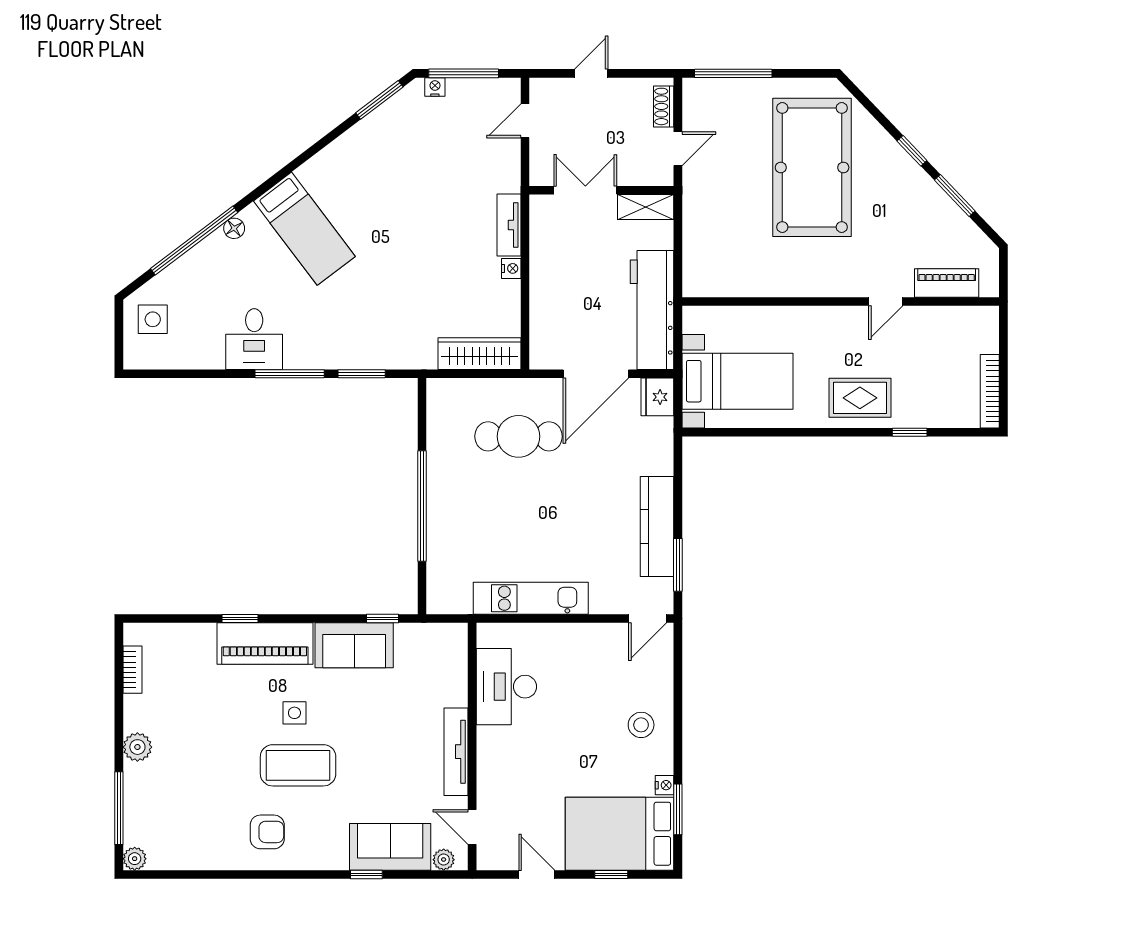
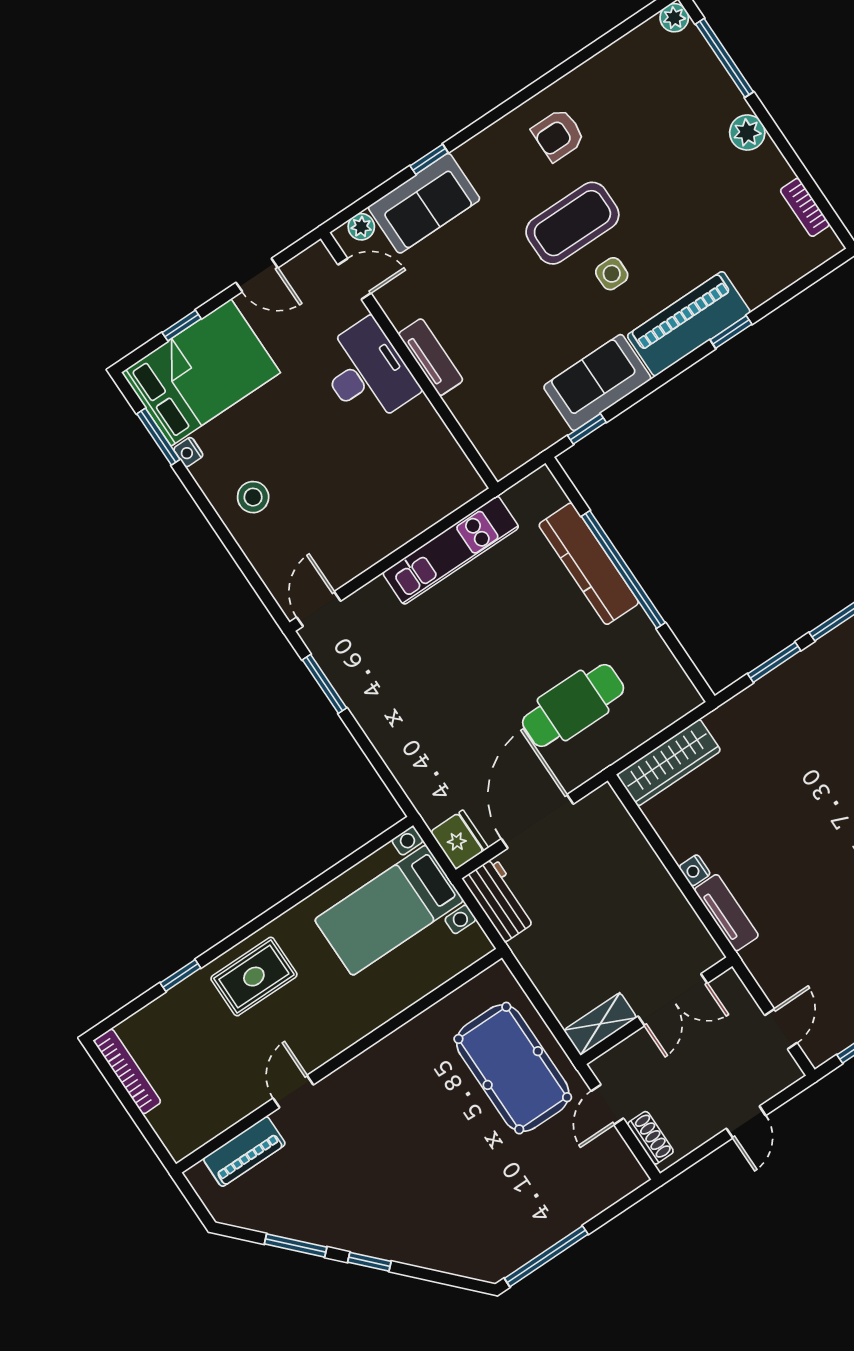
window: (733, 73) -> (546, 1256), moved
pool table: (812, 167) -> (513, 1068), moved, width x0.73, depth x0.76
workbench: (652, 310) -> (500, 900), width x0.53, depth x0.76
kitchen counter: (657, 526) -> (589, 564), moved, turned 180
desk: (506, 687) -> (367, 373), moved
tv unit: (456, 752) -> (431, 357), width x0.71

